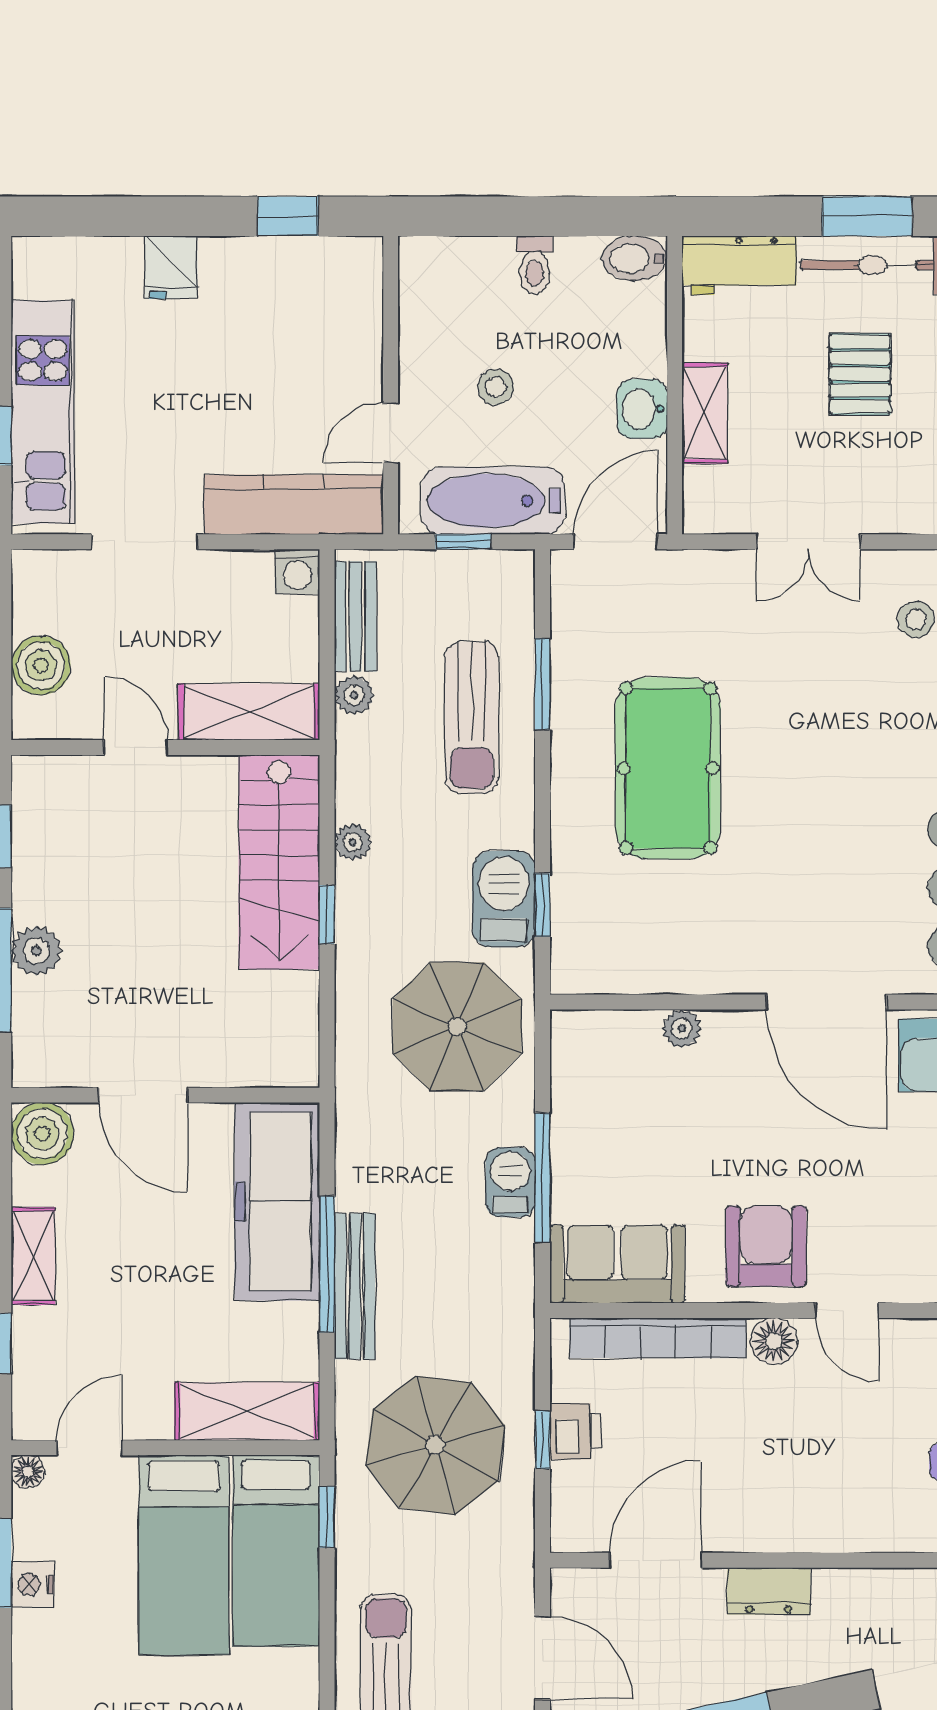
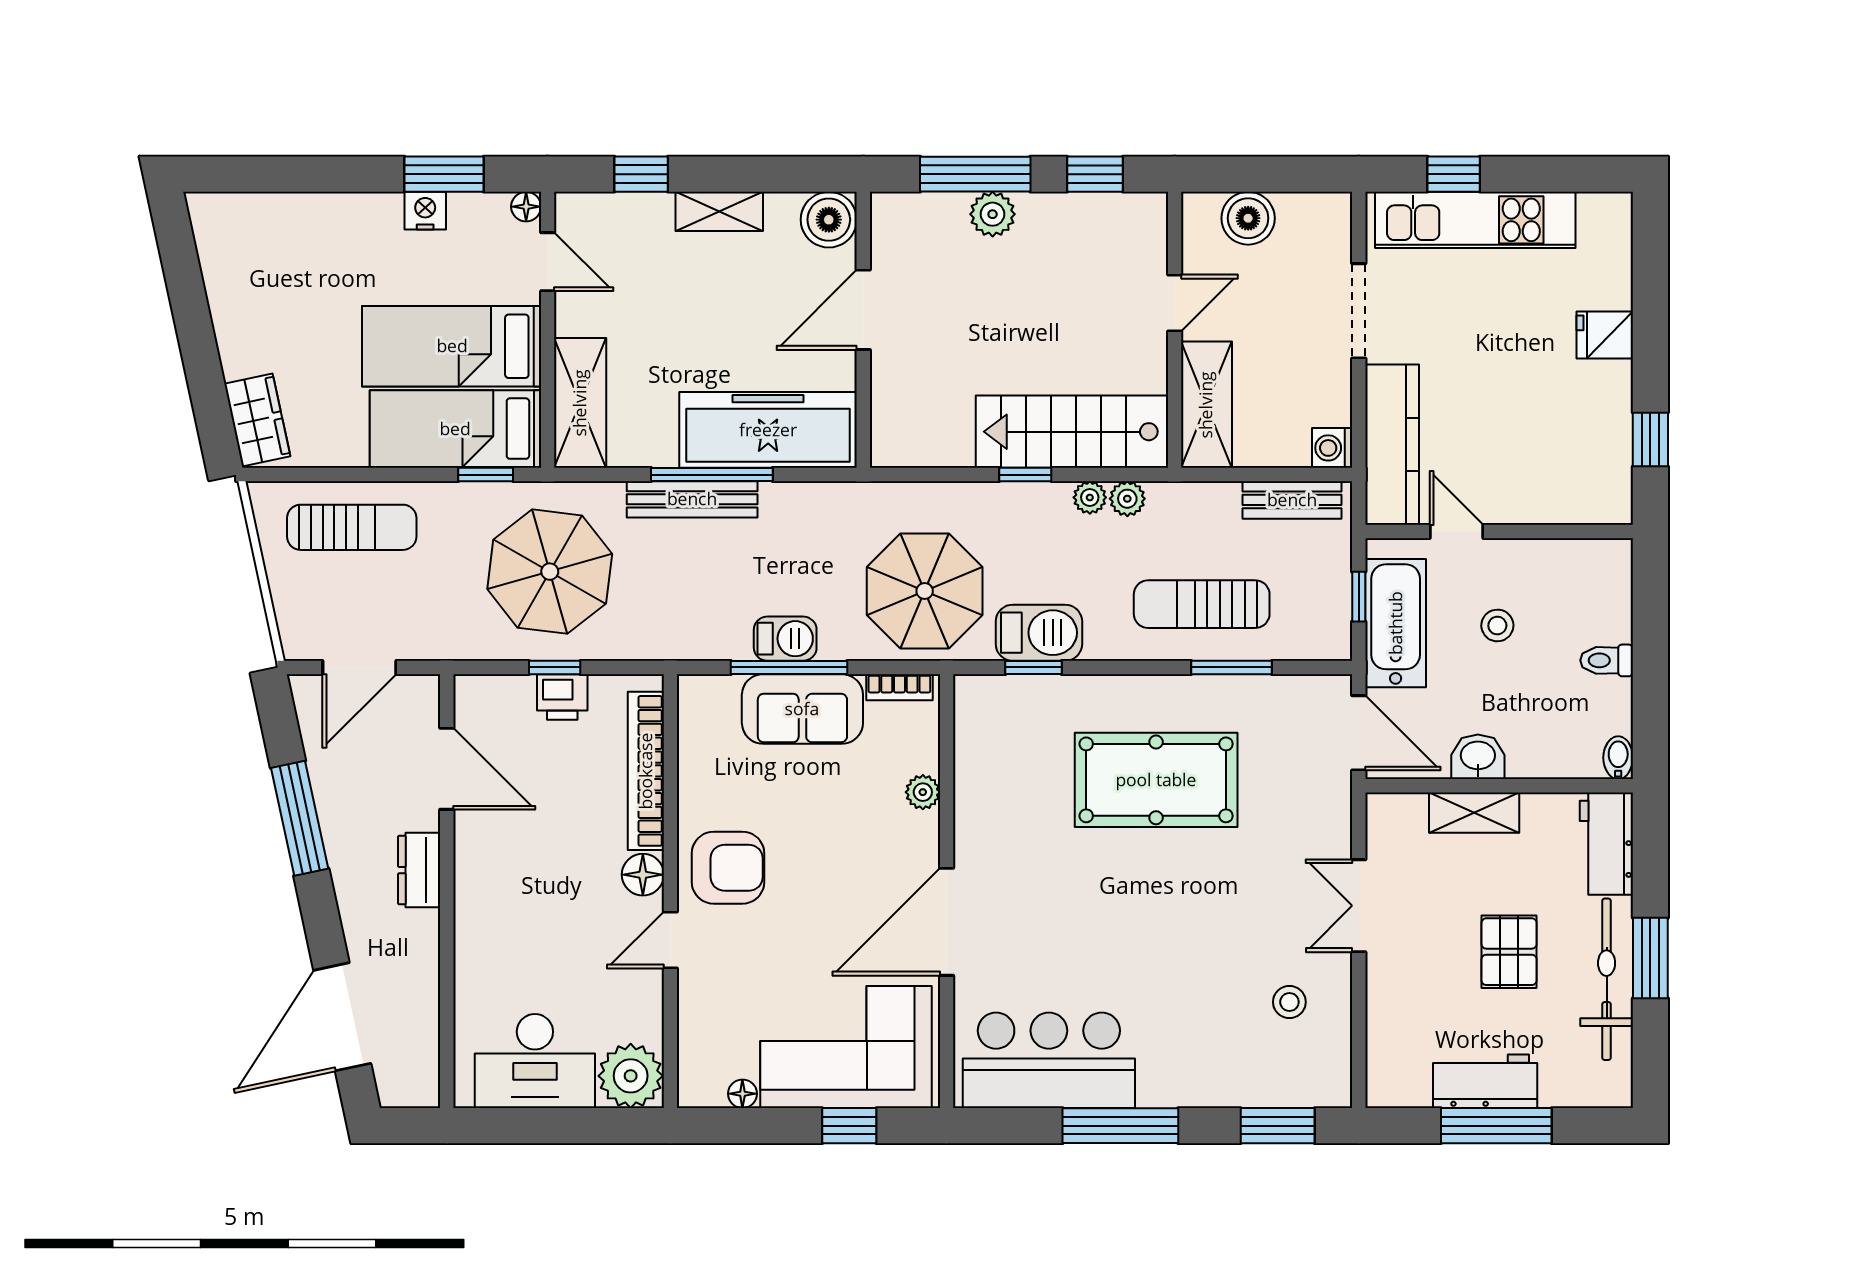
bidet: (635, 258) -> (1618, 758), width x0.72, depth x0.74
pallet: (860, 374) -> (1509, 952), turned 90
plant: (354, 695) -> (1127, 499), moved
bookcase: (565, 1055) -> (899, 687), added
sofa: (617, 1264) -> (802, 709), moved, turned 90

